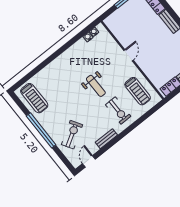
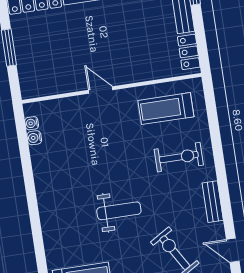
weight bench: (96, 86) -> (119, 211), moved
treadmill: (138, 91) -> (166, 109), turned 180

